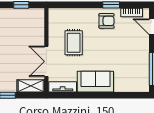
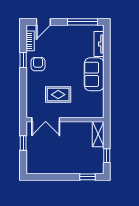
double door: (46, 61) -> (46, 120), moved
tv unit: (63, 87) -> (99, 44), moved

